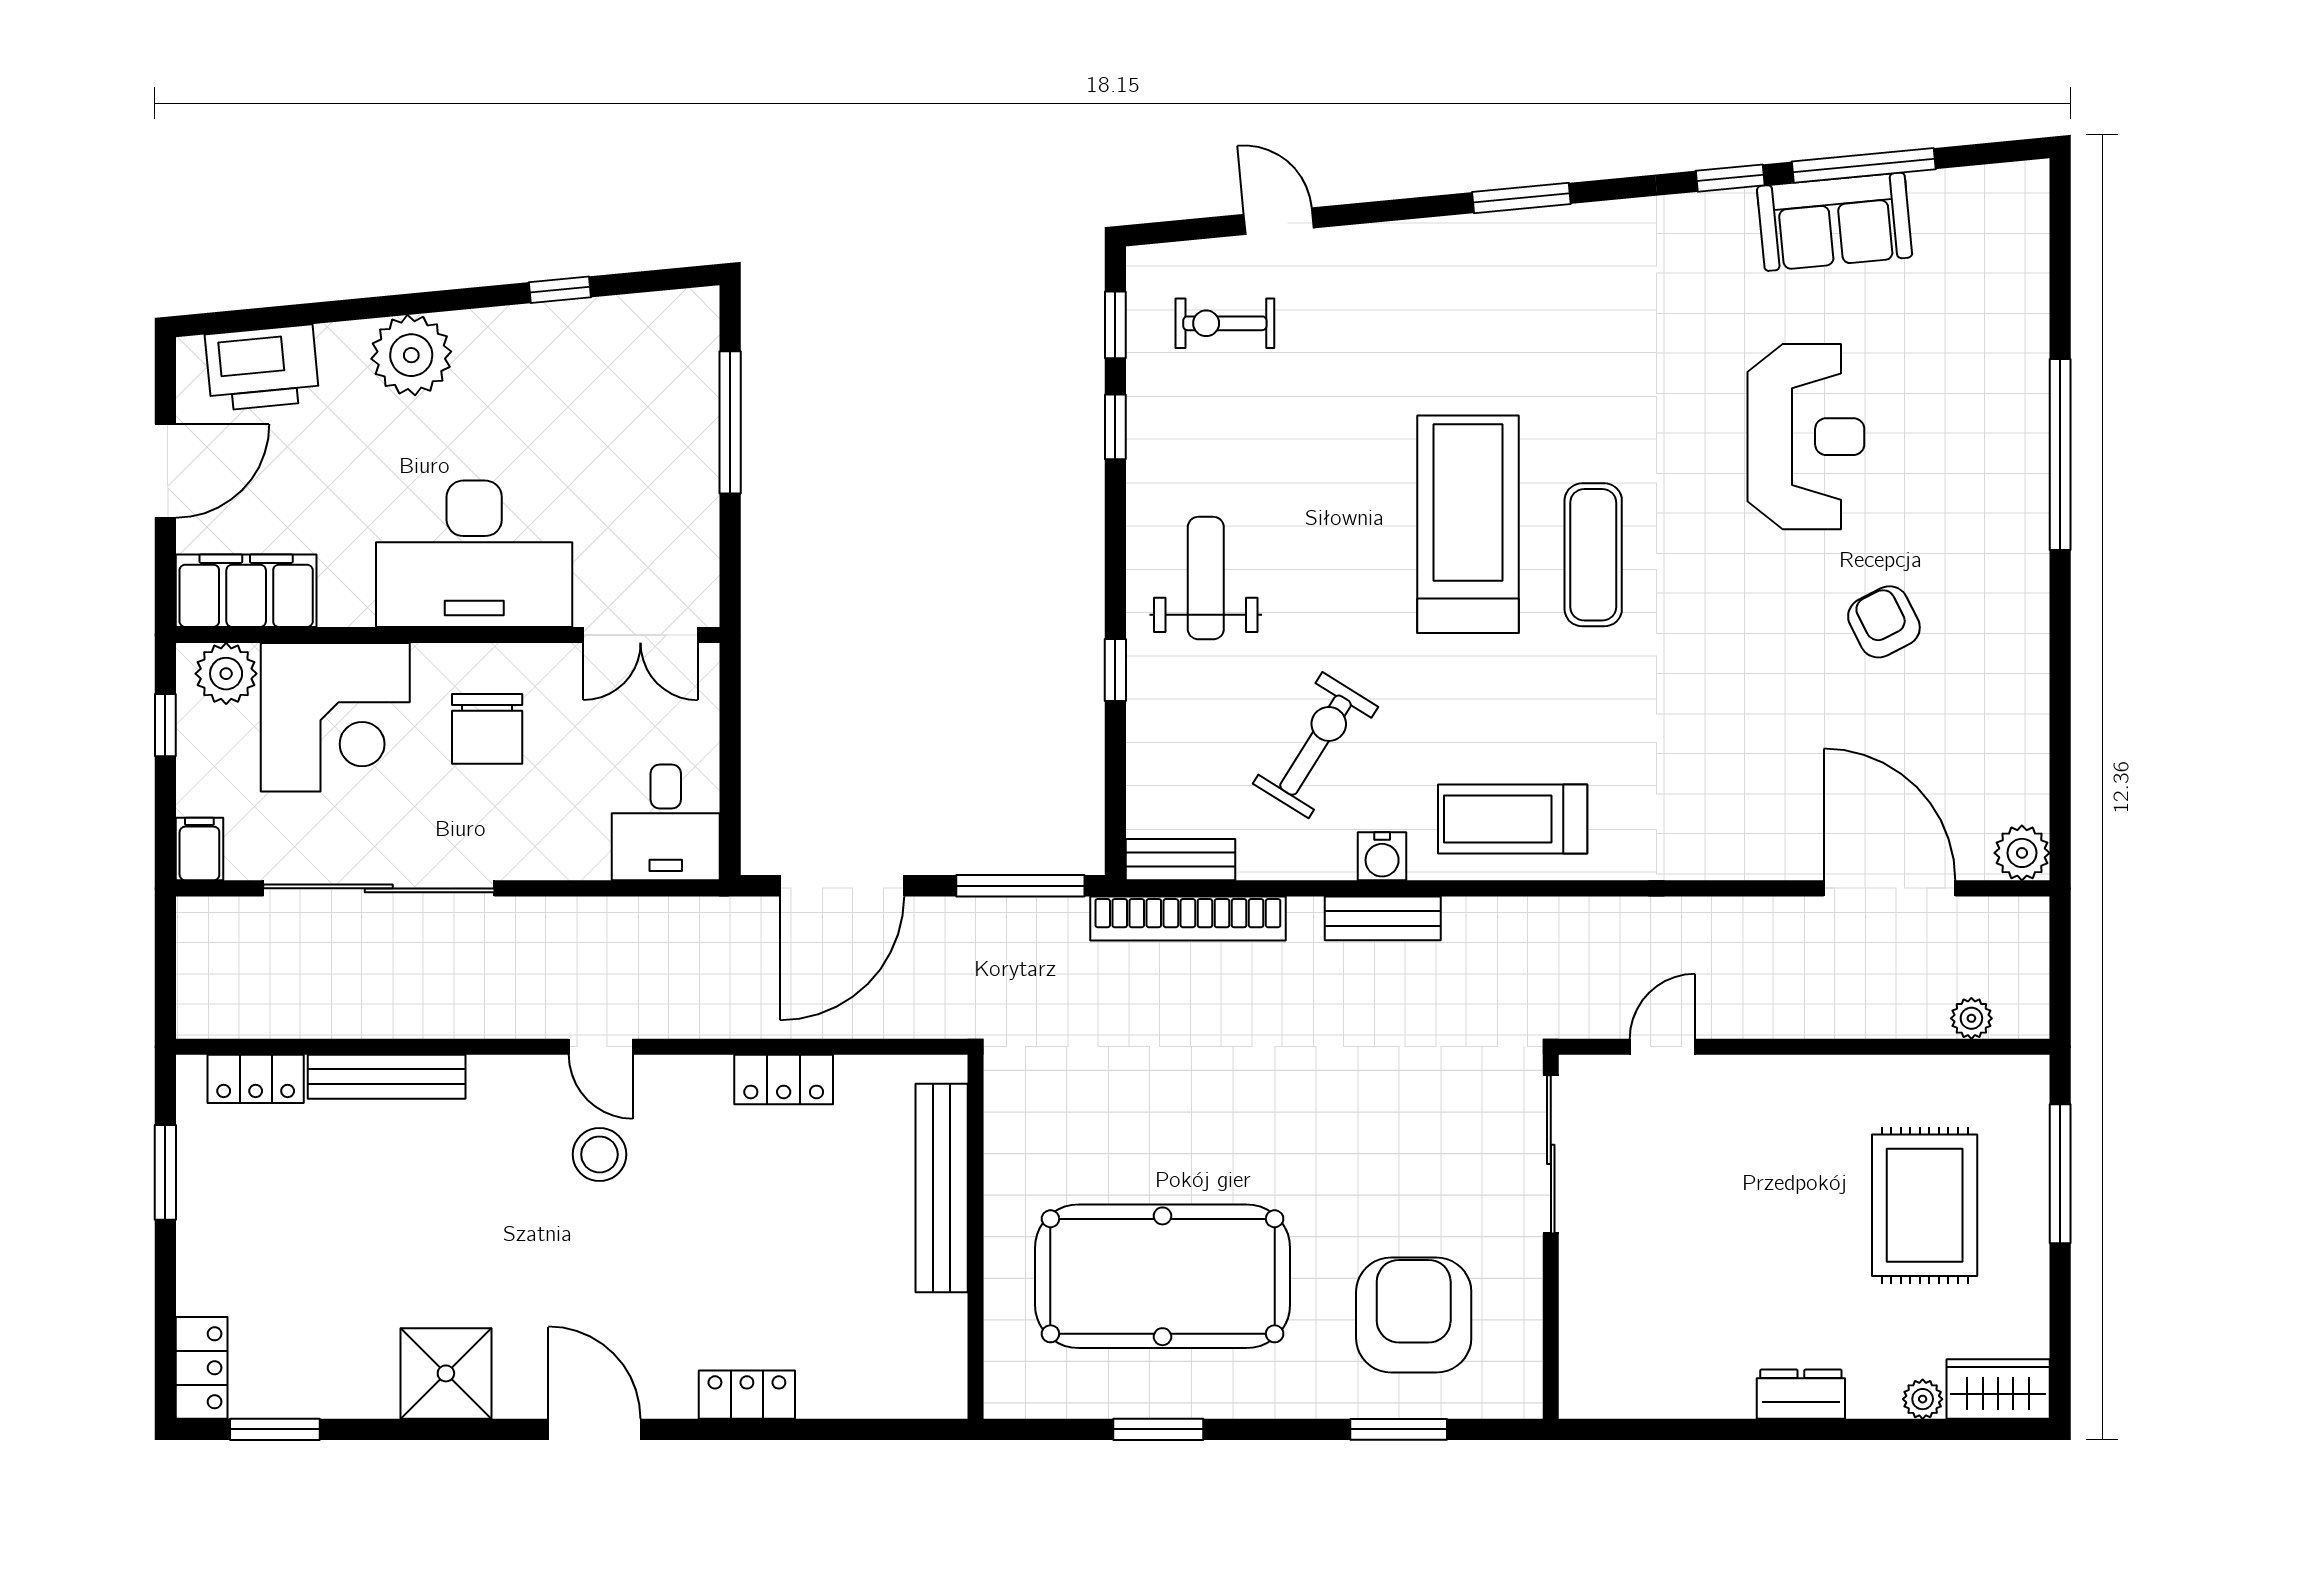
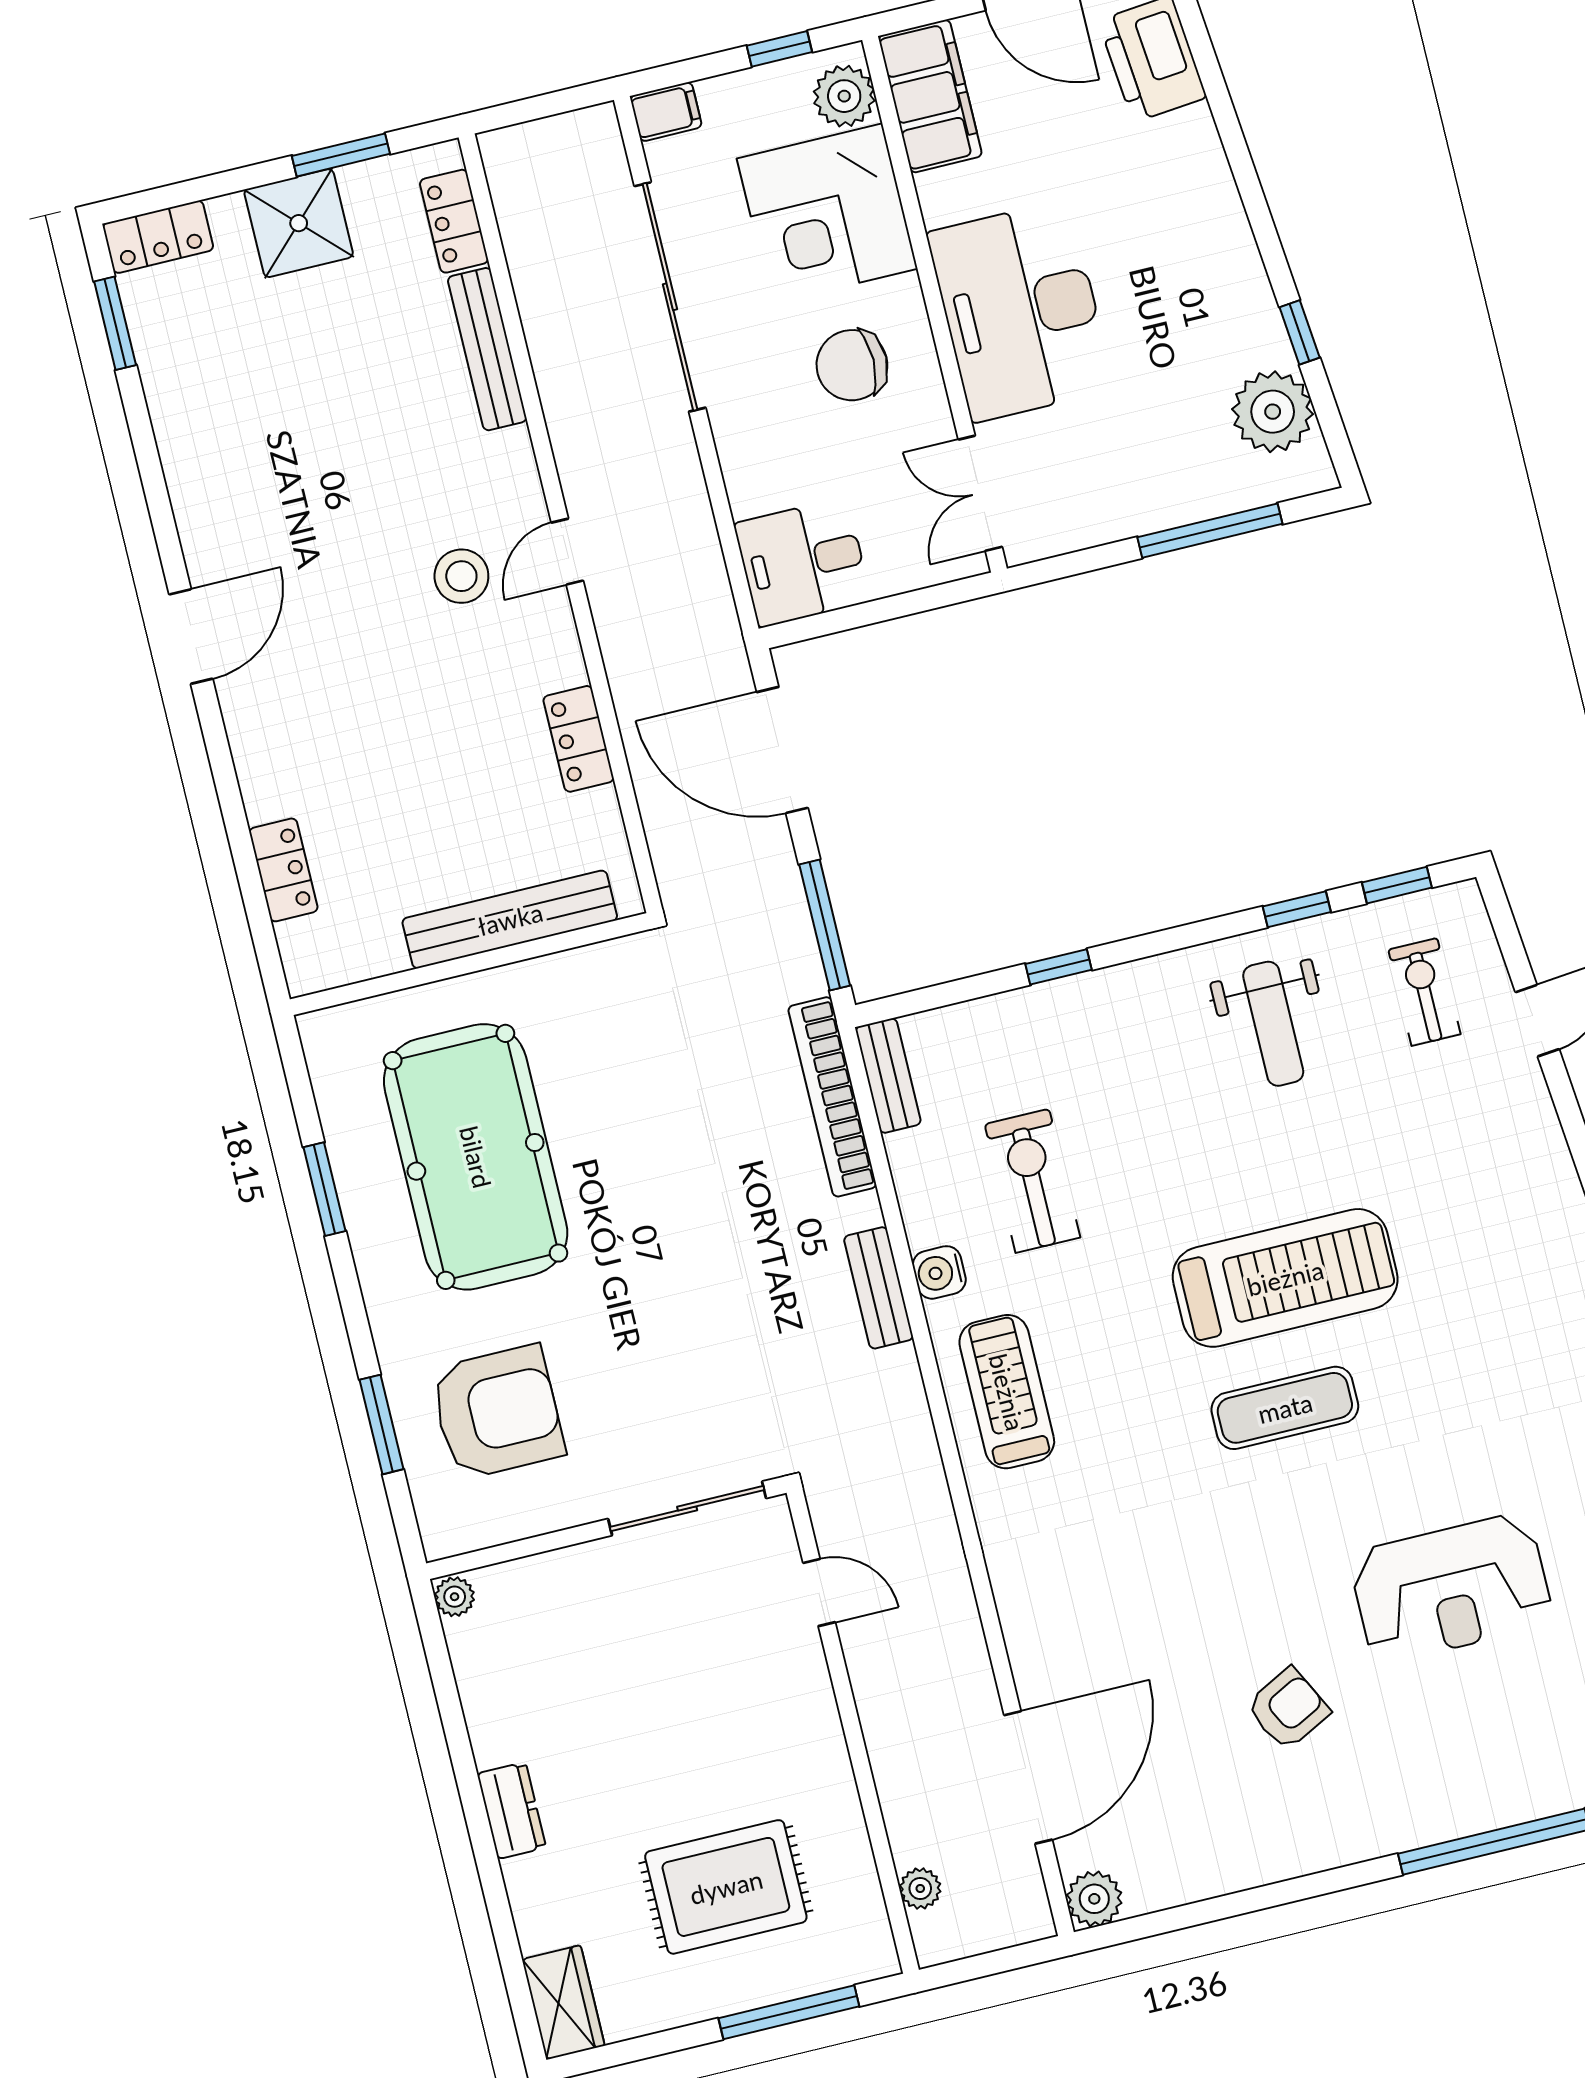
plant: (411, 355) -> (1273, 412), moved
weight bench: (1206, 578) -> (1273, 1024), moved, turned 90
exercise bike: (1315, 745) -> (1032, 1181), turned -122
shower: (446, 1373) -> (299, 223), moved
locker: (747, 1395) -> (283, 870), moved
plant: (1923, 1399) -> (455, 1597), moved

